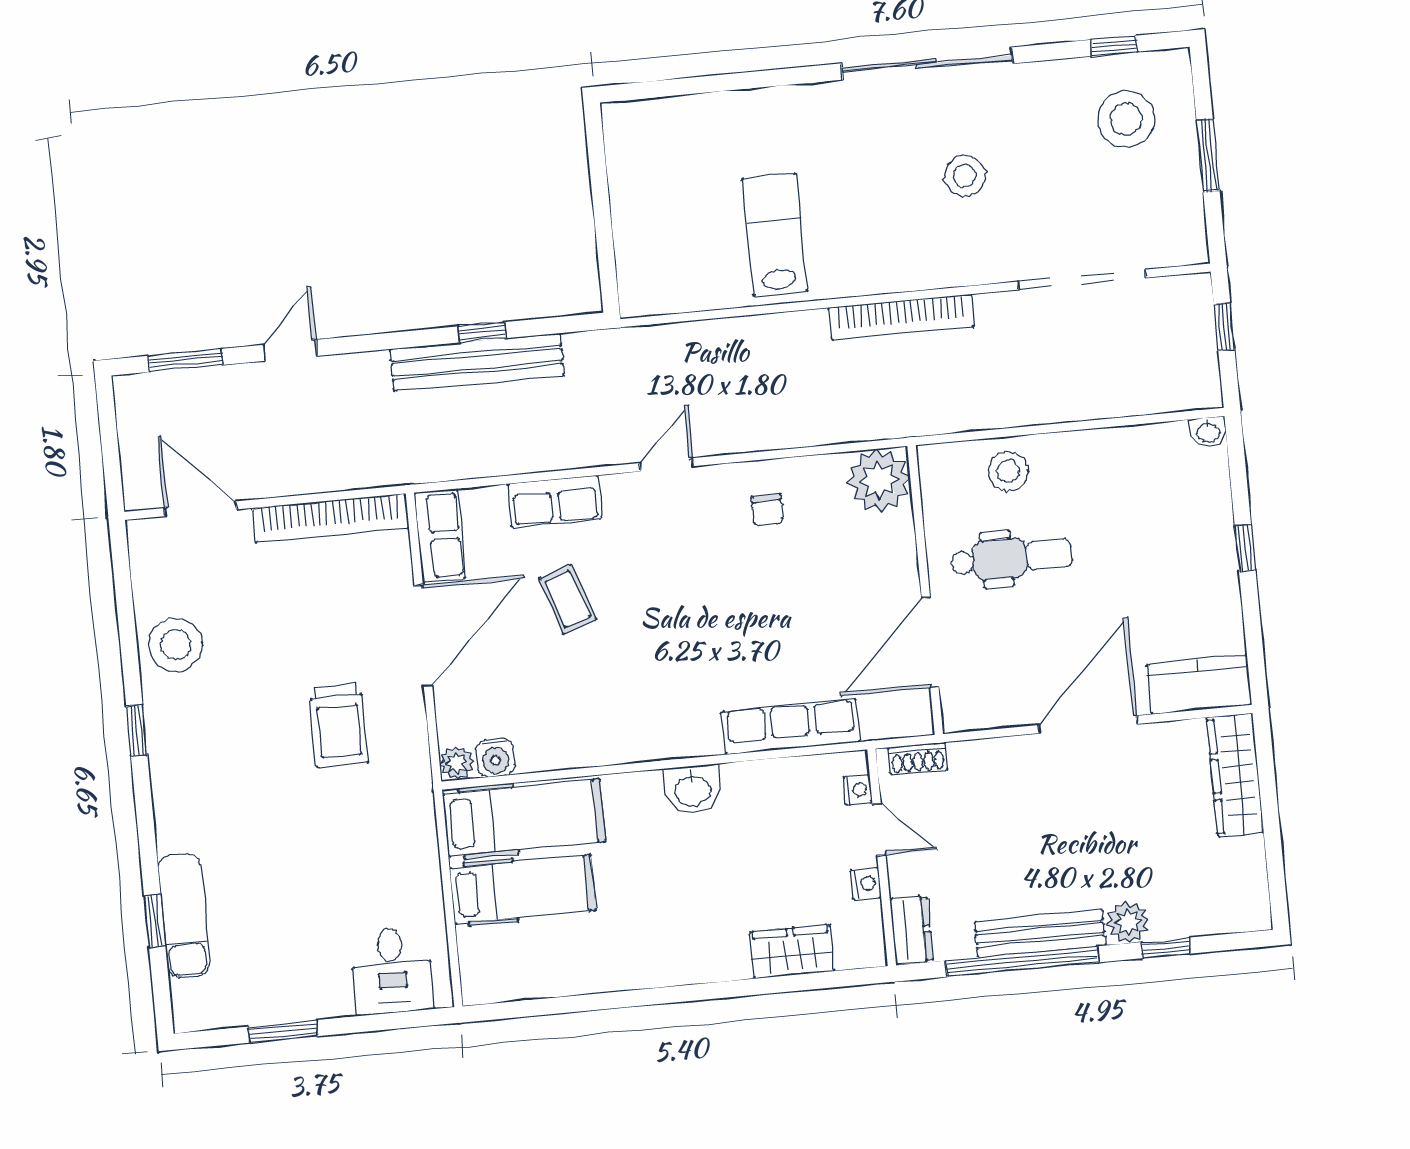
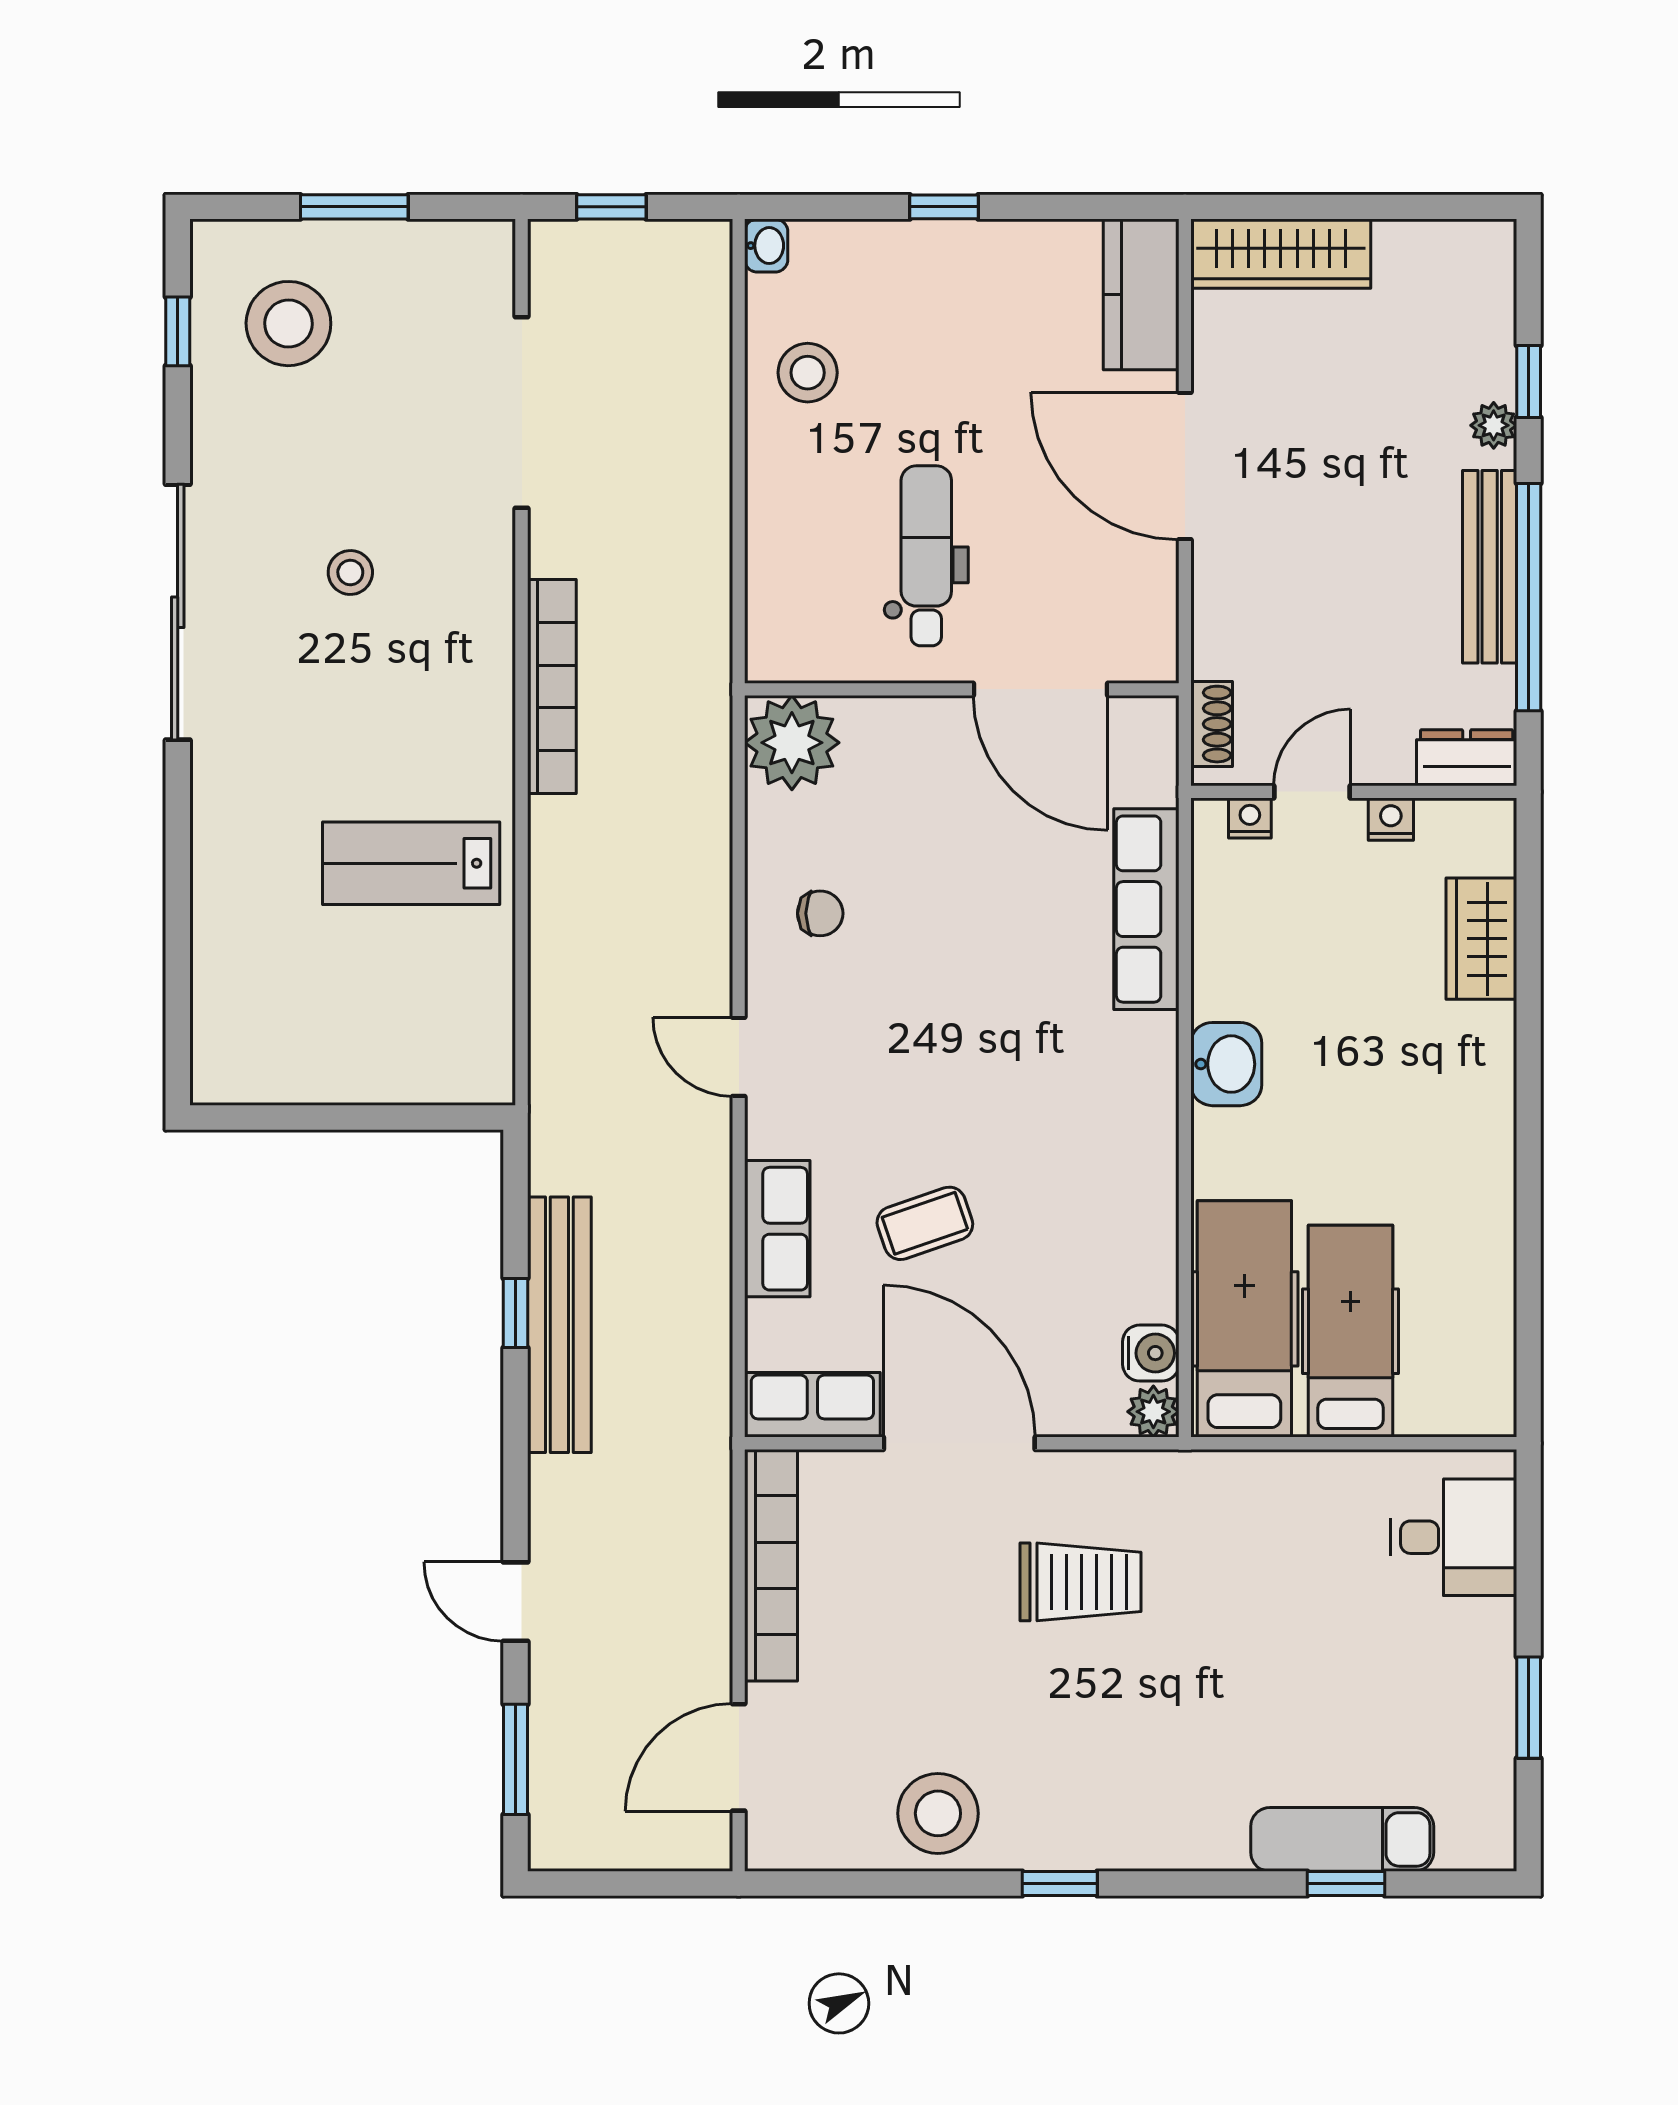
stool: (964, 176) -> (350, 572), width x0.73, depth x0.73
stool: (1008, 471) -> (808, 373), moved
plant: (1128, 922) -> (1494, 425), width x0.73, depth x0.73

